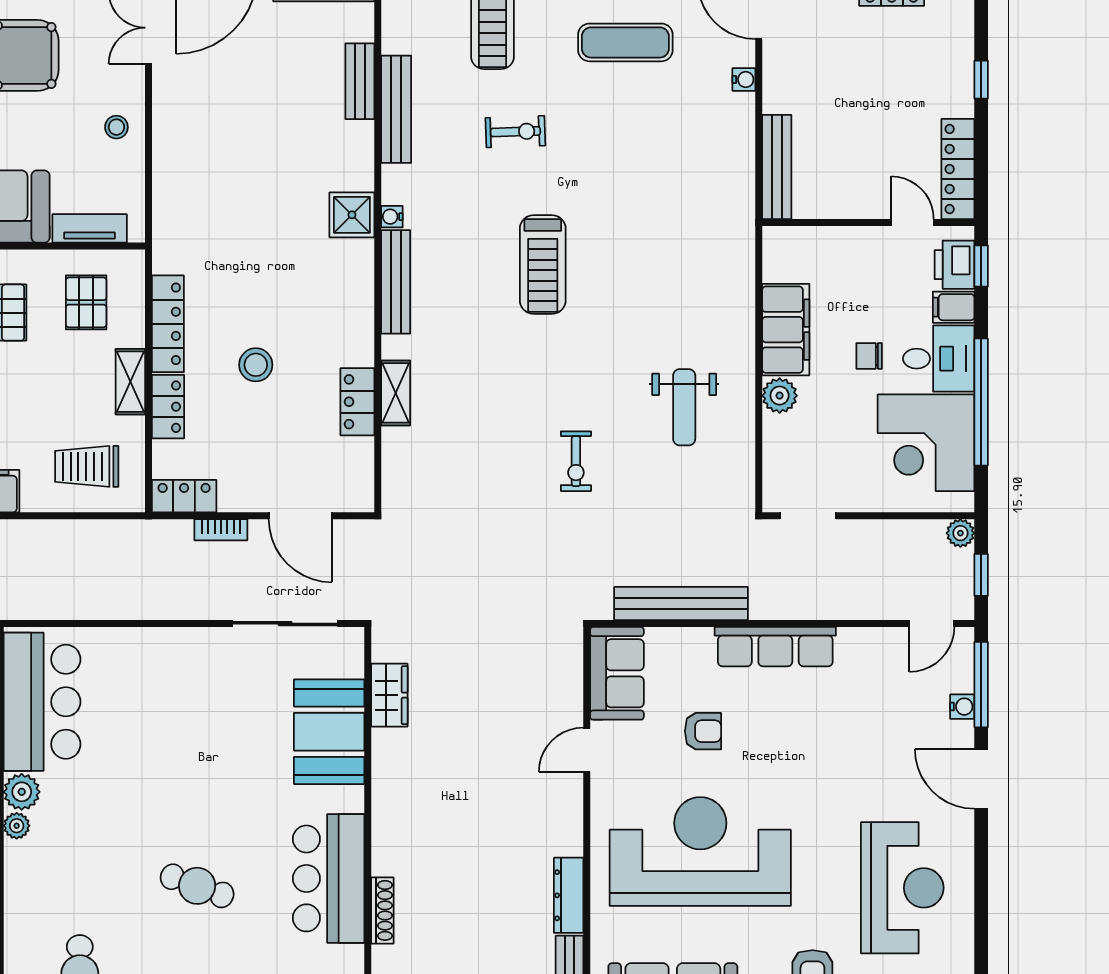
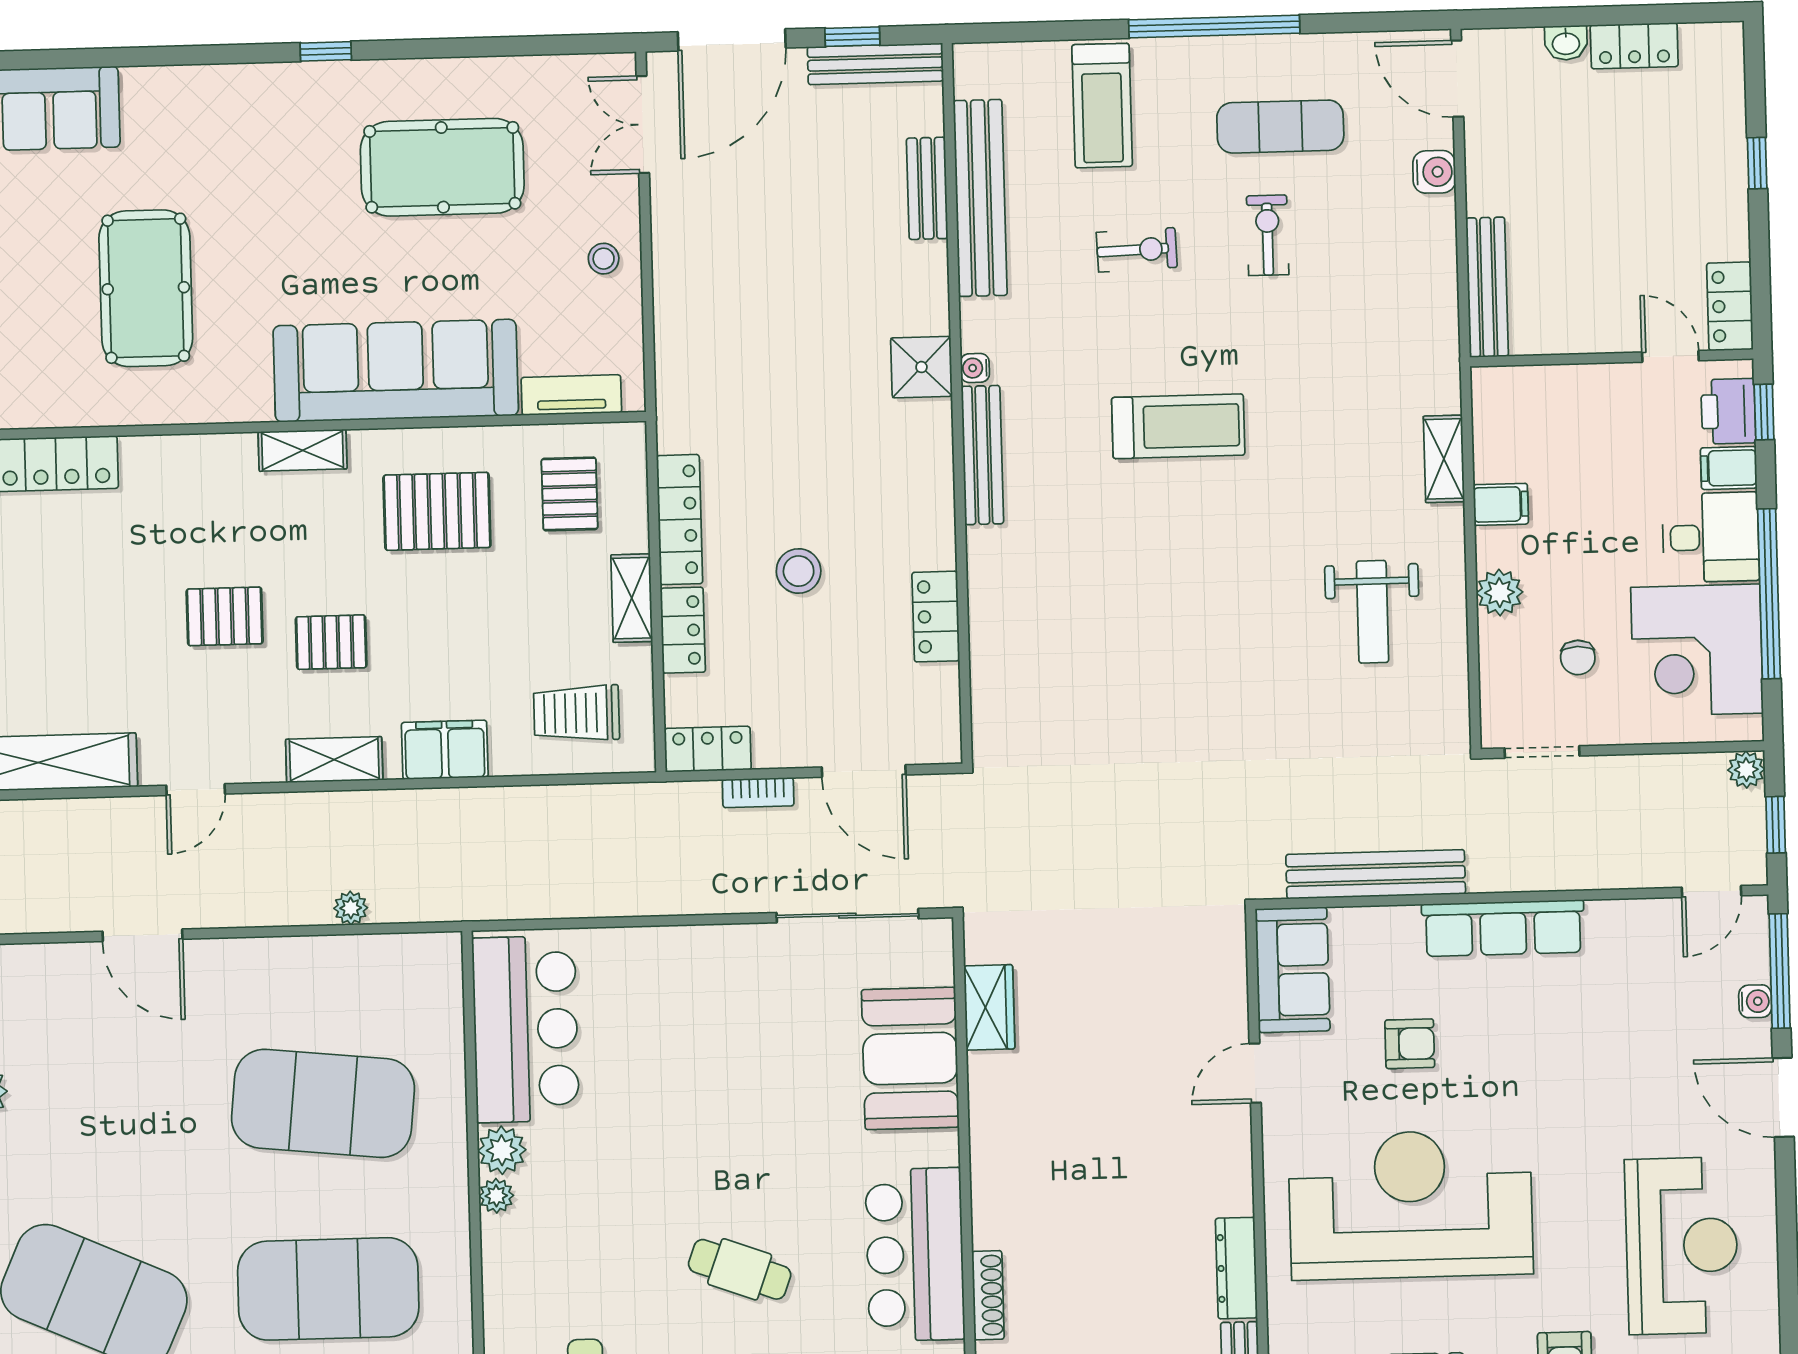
water cooler: (744, 80) -> (1434, 172), width x1.38, depth x1.38
bench: (396, 109) -> (980, 198), width x1.37, depth x1.21
locker: (958, 169) -> (1730, 306), width x0.66
treadmill: (543, 265) -> (1178, 426), turned -90
filing cabinet: (786, 330) -> (1501, 504), width x0.33, depth x0.86
chair: (869, 356) -> (1578, 657), moved, turned -90
shelving: (396, 393) -> (1444, 459), moved
exercise bike: (576, 461) -> (1268, 235), moved, turned 180

